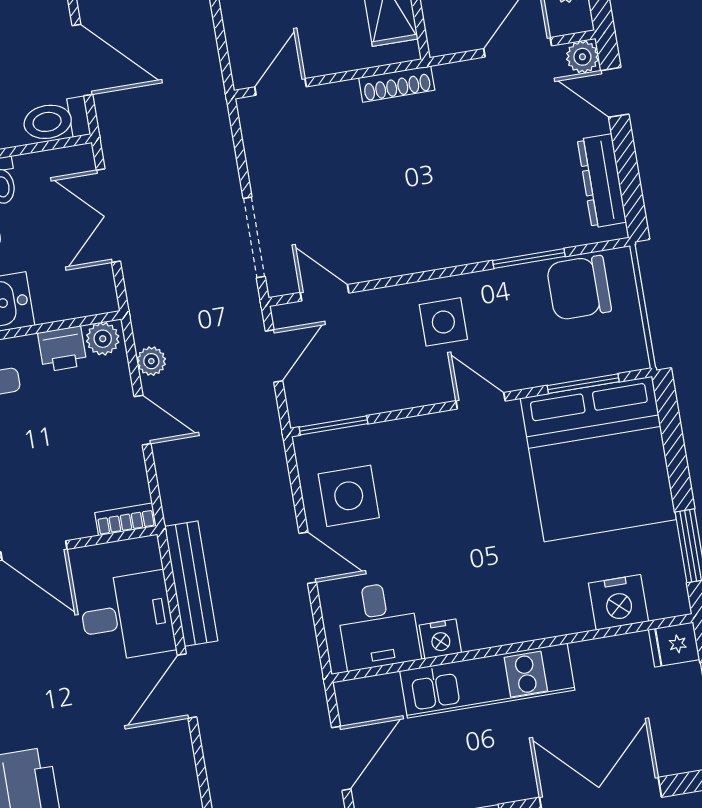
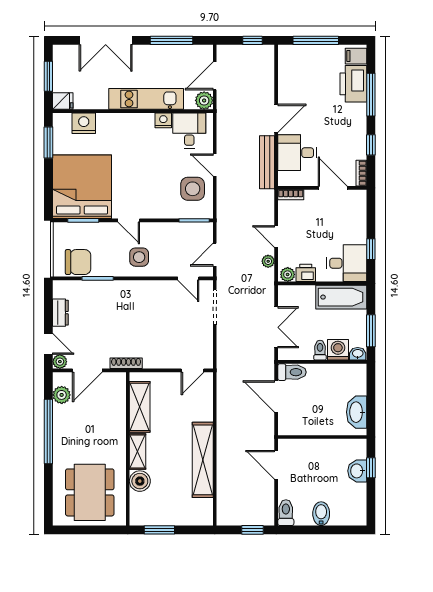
shoe rack: (397, 84) -> (126, 363), moved
dresser: (602, 181) -> (60, 313), width x0.70
plant: (356, 699) -> (204, 100), added

